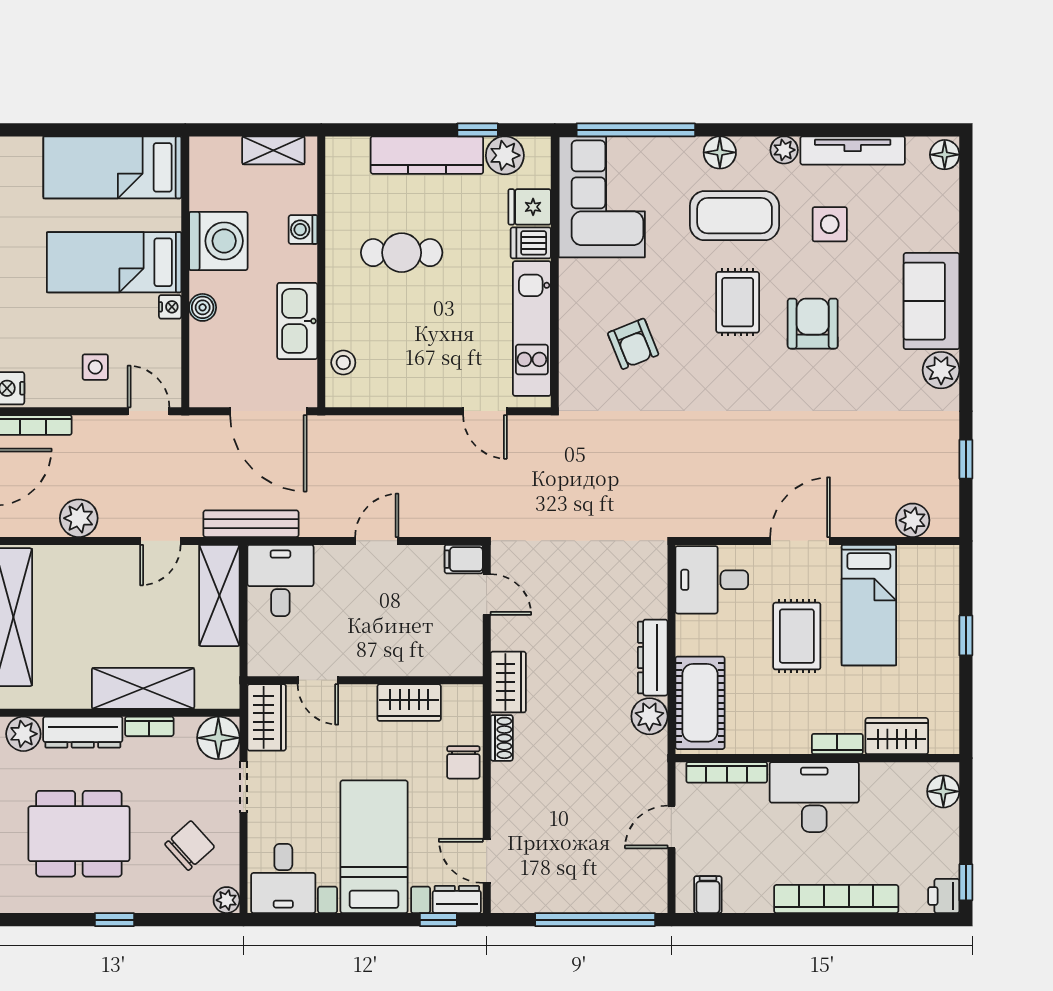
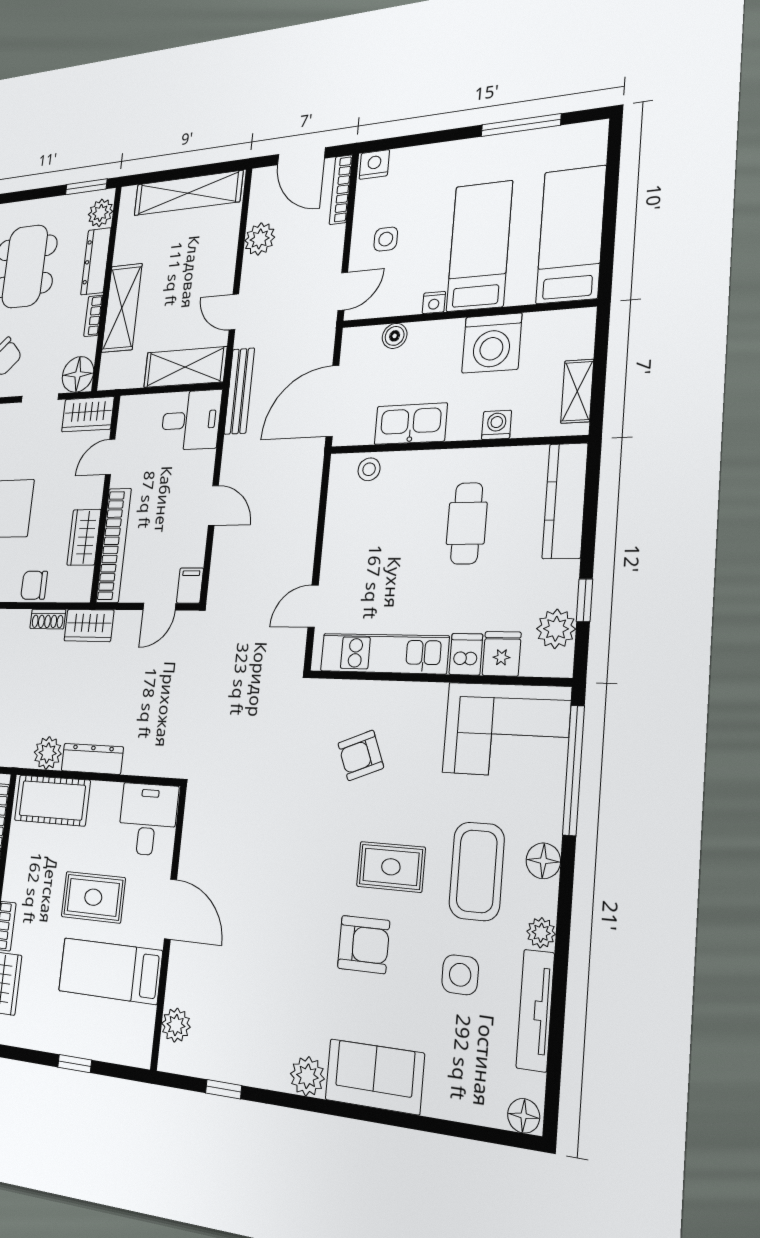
kitchen counter: (427, 155) -> (565, 501), moved
boiler: (203, 307) -> (395, 336), moved
bookcase: (419, 662) -> (114, 545), added

